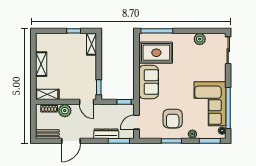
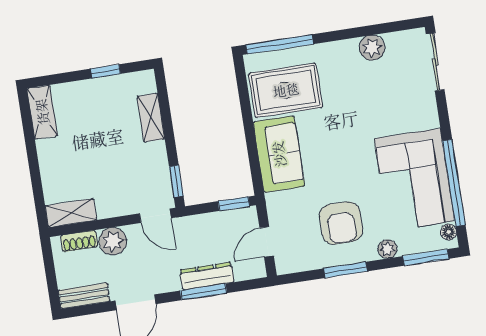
shelving: (91, 44) -> (151, 118), moved
shelving: (41, 64) -> (42, 112), moved
window: (119, 141) -> (204, 292), moved

